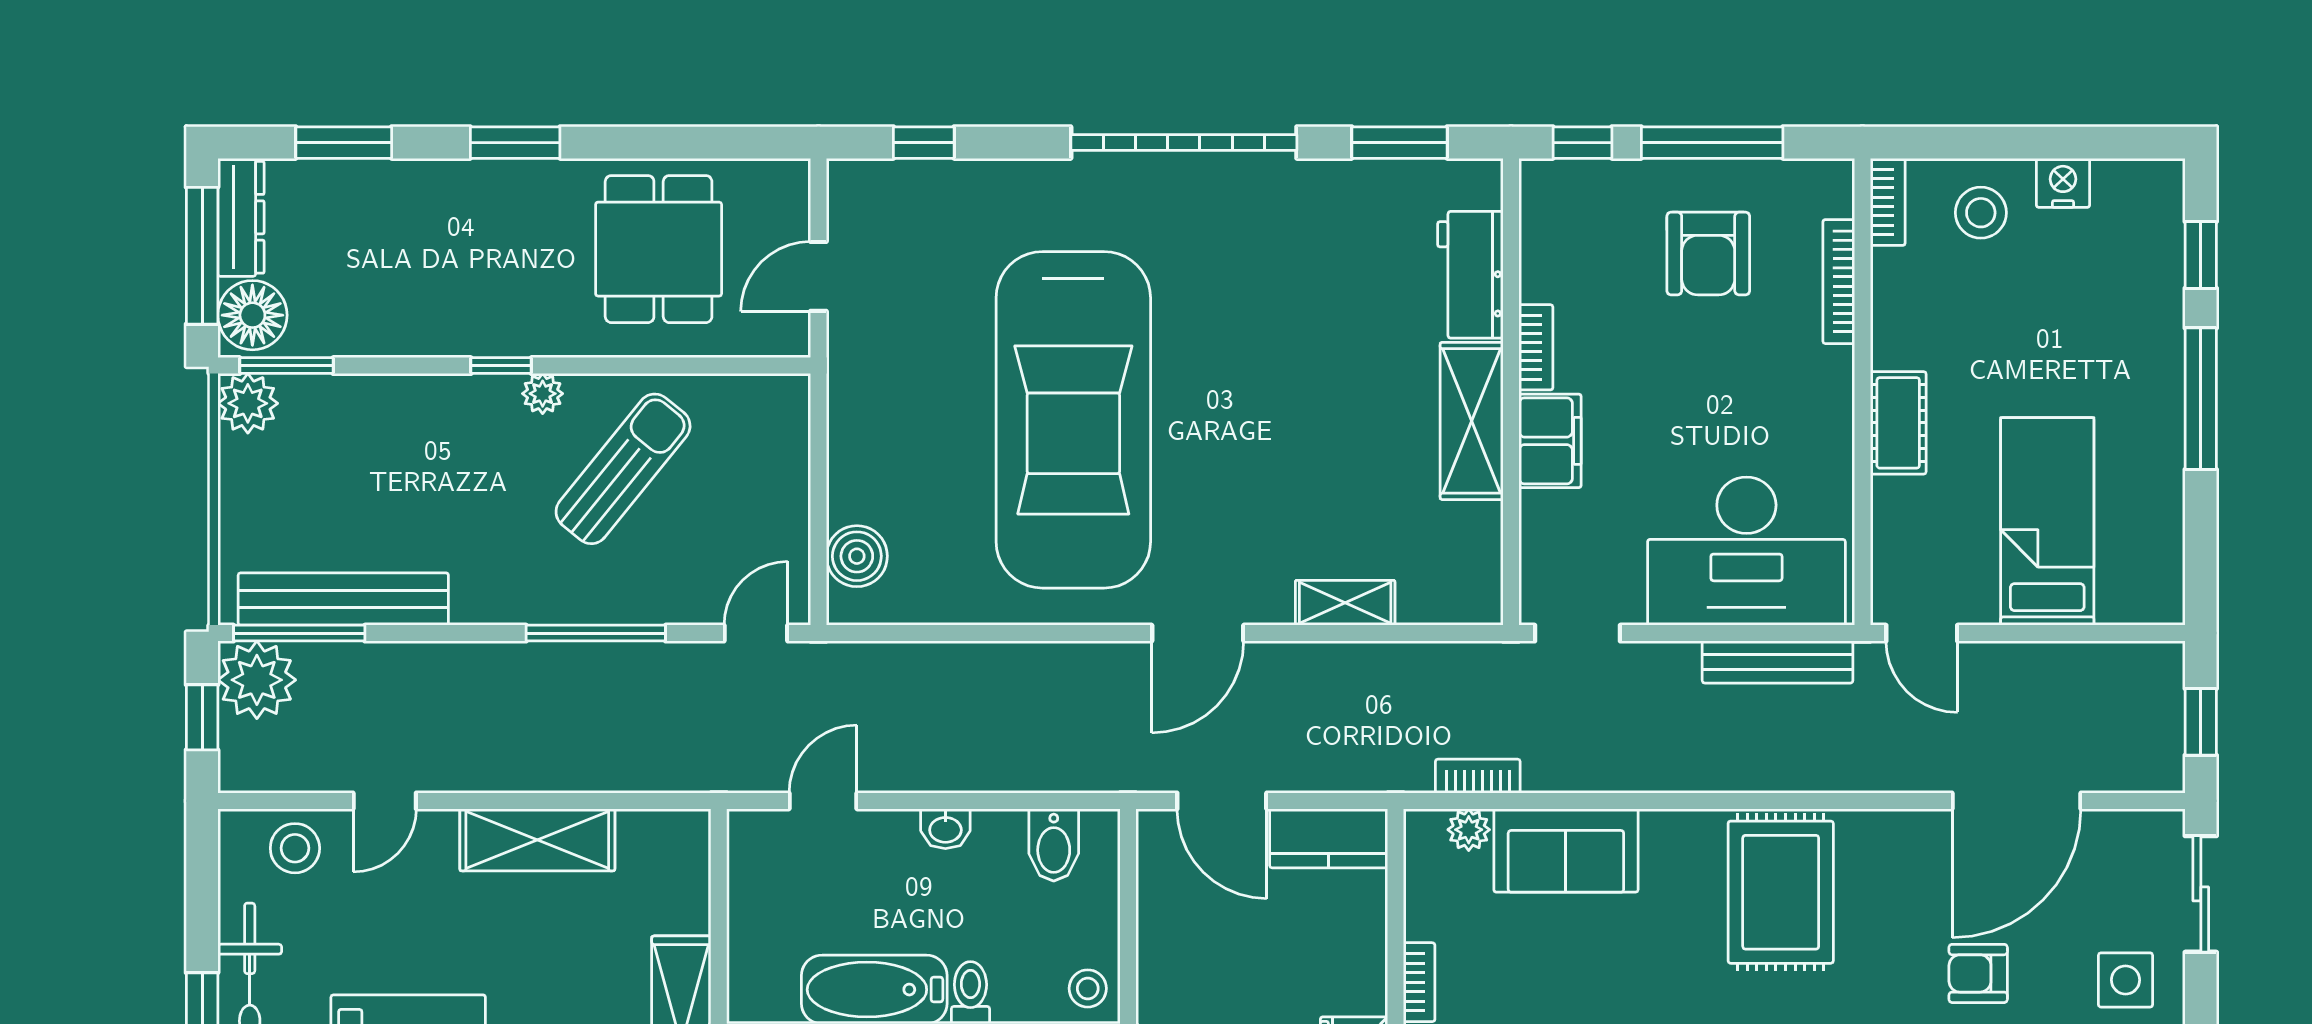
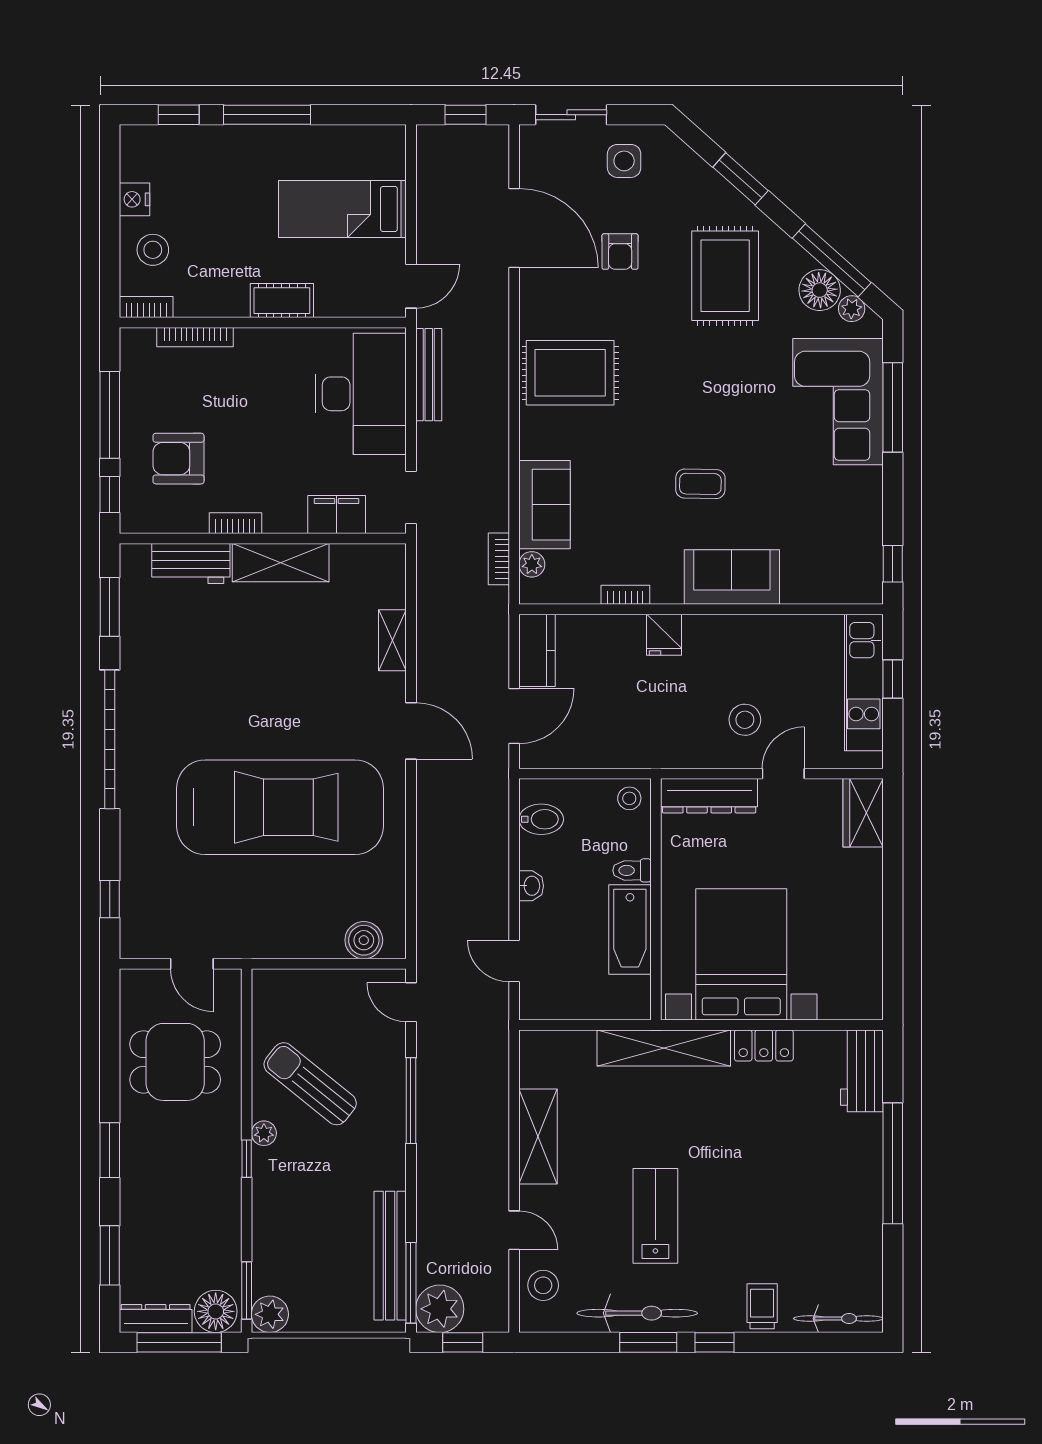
armchair: (1708, 253) -> (179, 459), moved, turned 180
filing cabinet: (1550, 441) -> (337, 514), moved

